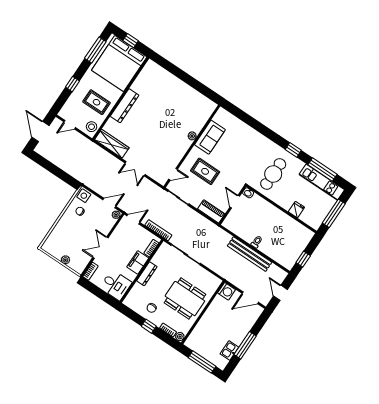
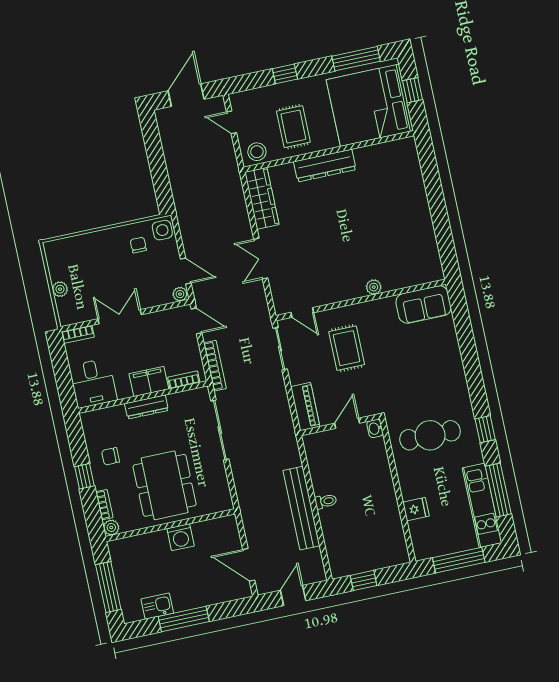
sofa: (210, 137) -> (424, 305), moved
washing machine: (227, 291) -> (181, 537), moved

